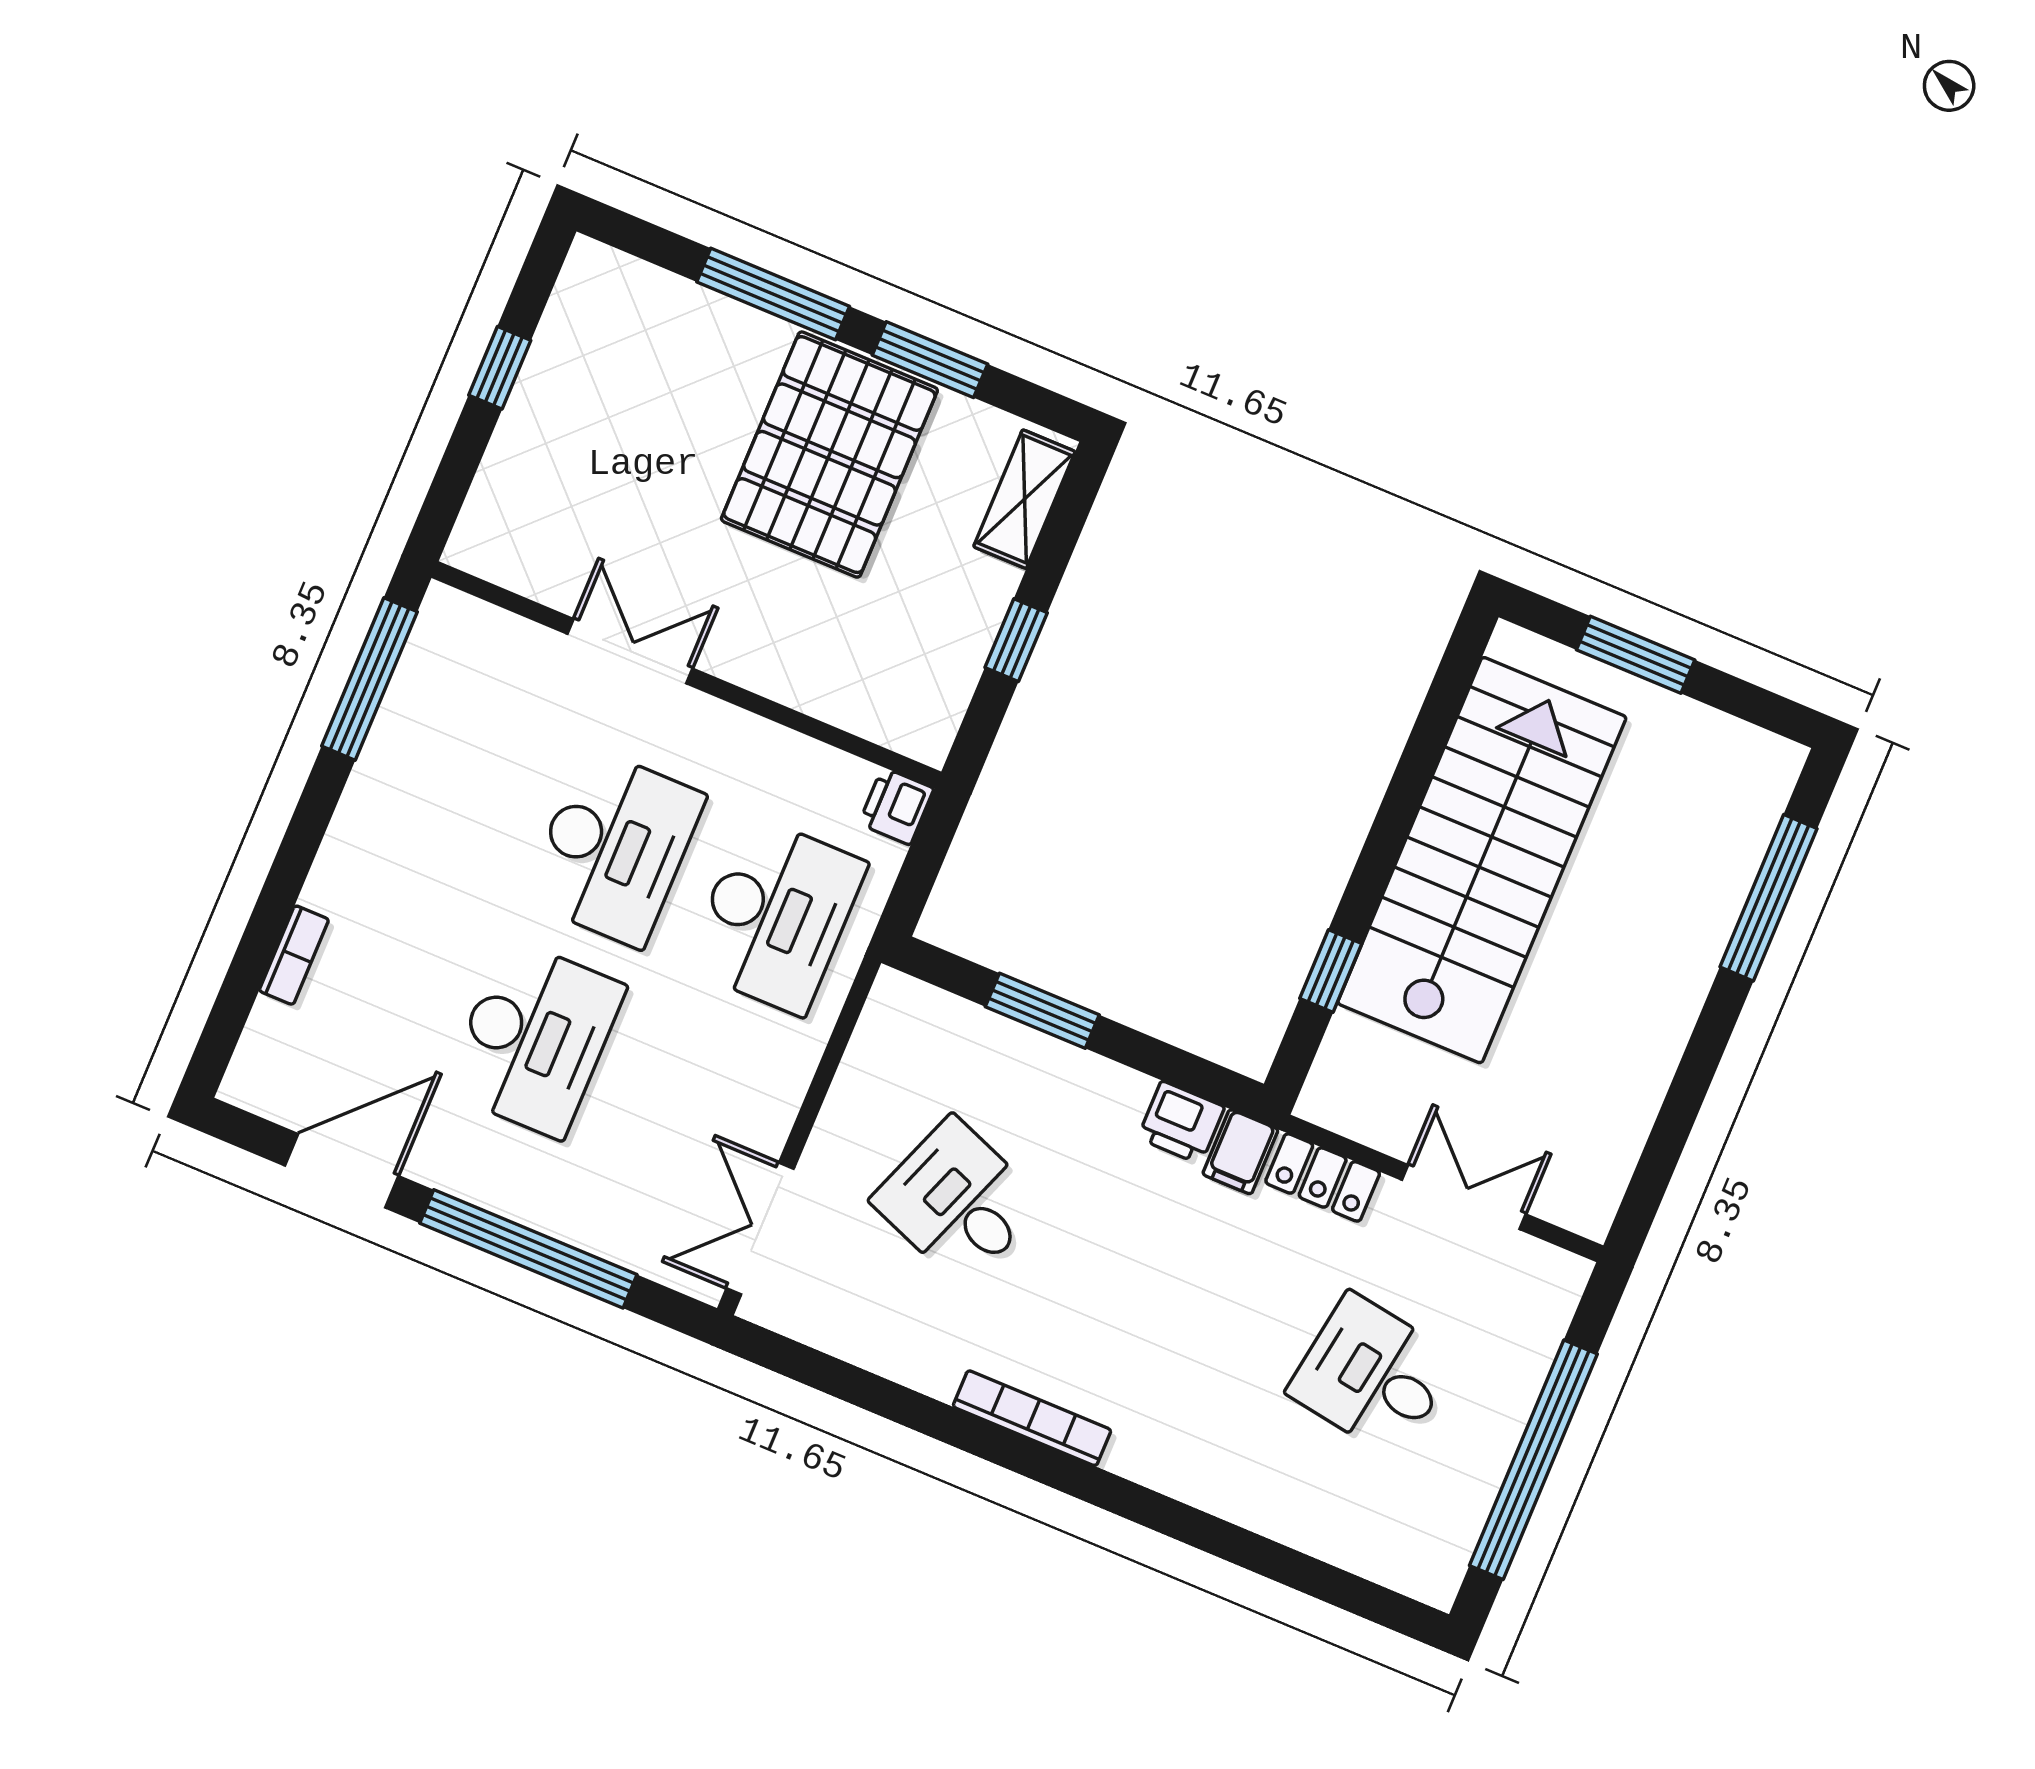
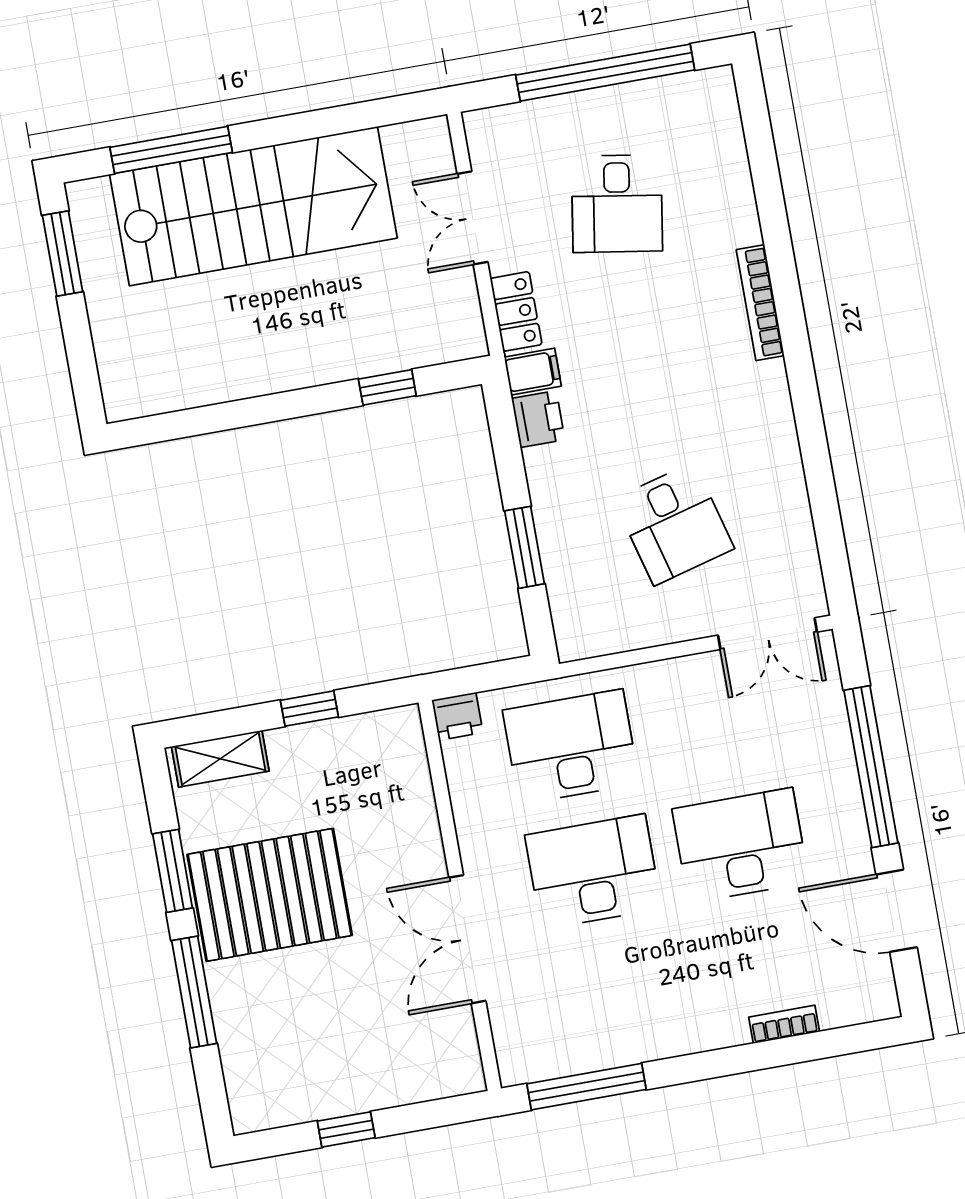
double door: (630, 651) -> (467, 939), width x1.37
window: (1636, 655) -> (63, 253), moved
stairs: (1482, 860) -> (253, 206), moved, turned 180
desk: (958, 1202) -> (674, 524), turned -36
bookcase: (1032, 1418) -> (760, 303), moved

